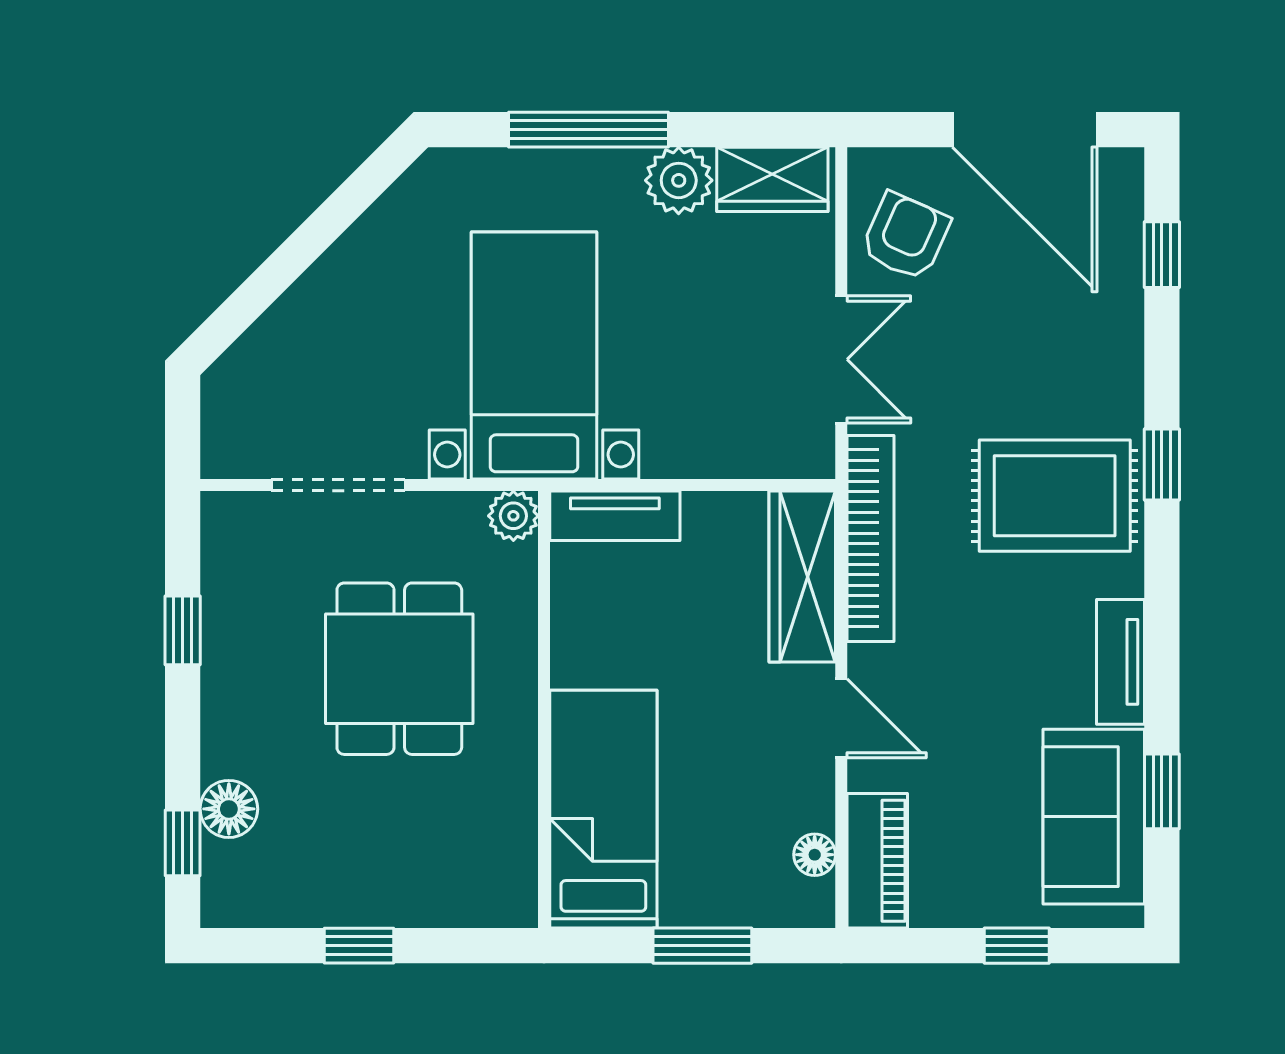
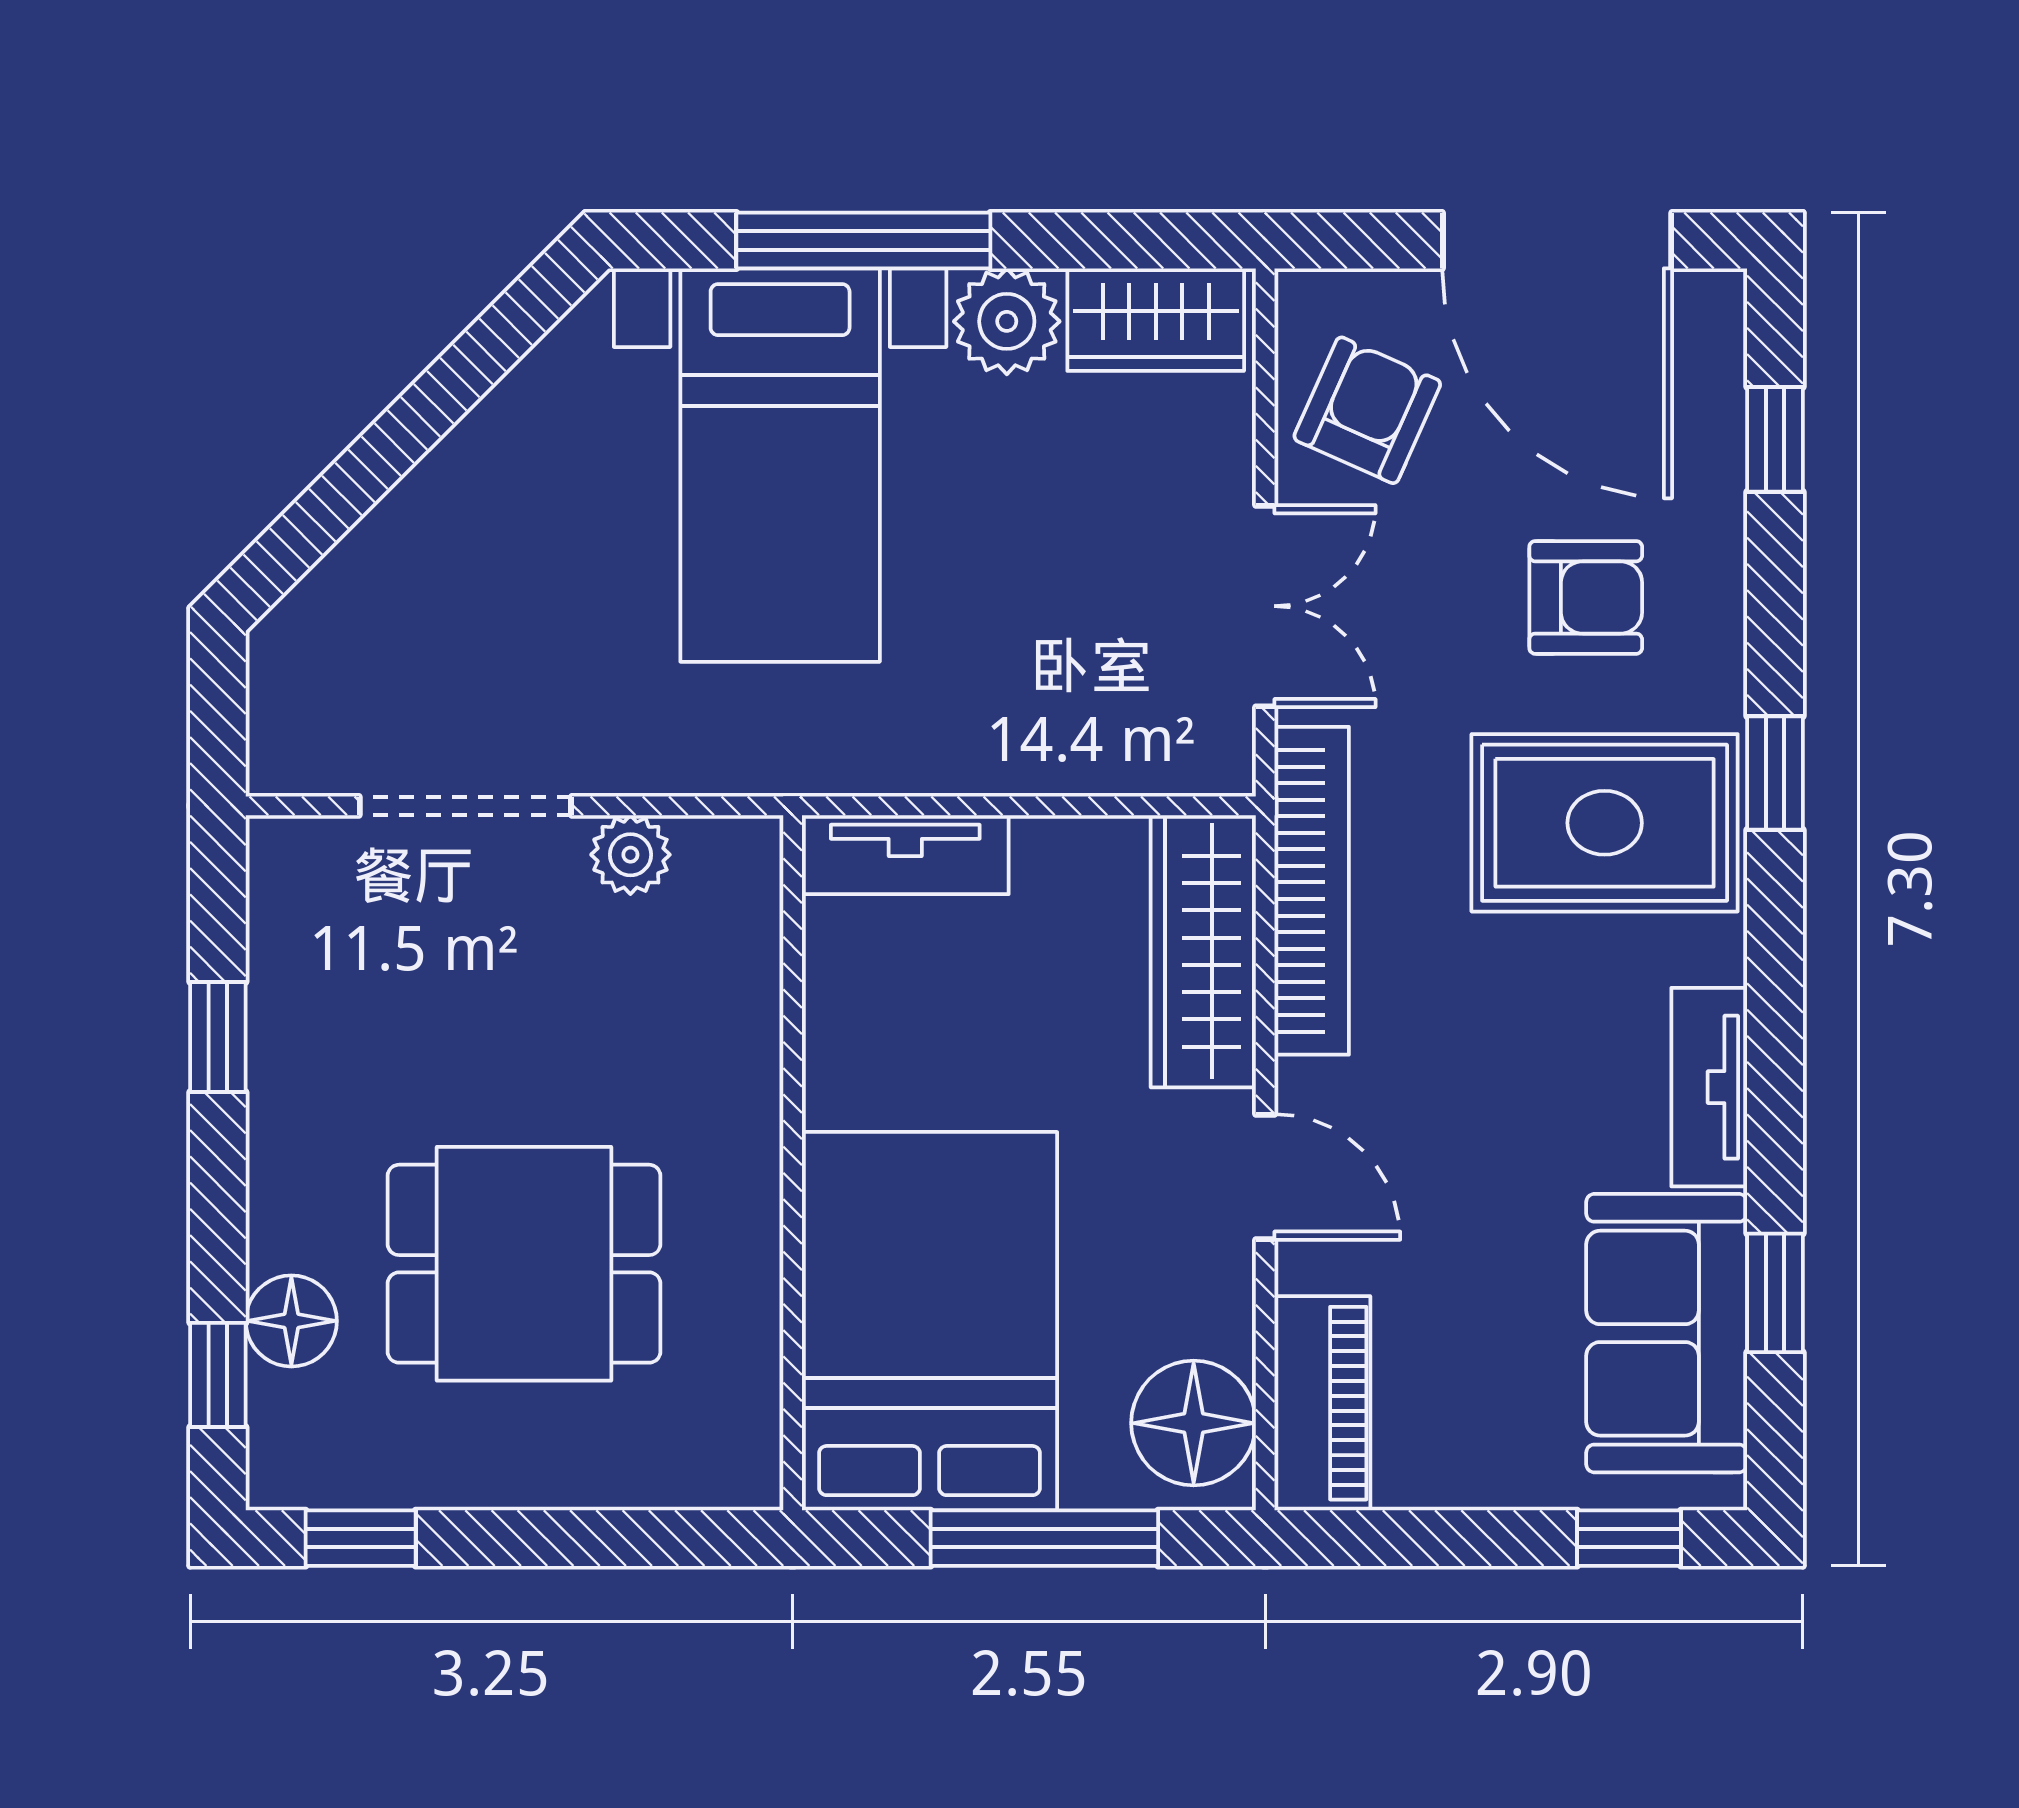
armchair: (1043, 354) -> (1586, 597), added
bed with nightstands: (534, 356) -> (780, 465), moved, turned 180
plant: (513, 516) -> (630, 855), moved
dining table: (399, 669) -> (524, 1264), moved, turned 90
bed: (603, 809) -> (930, 1321), width x1.50
floor lamp: (815, 855) -> (1194, 1423), width x1.89, depth x1.89
window: (359, 946) -> (361, 1538), moved
window: (702, 946) -> (1044, 1538), width x1.44
window: (1017, 946) -> (1629, 1538), moved

